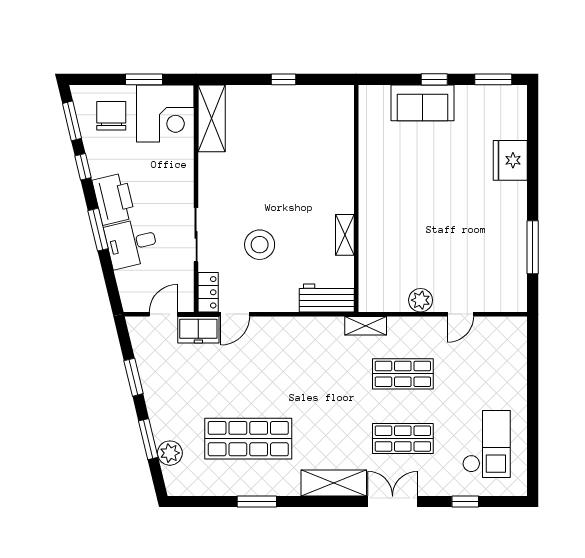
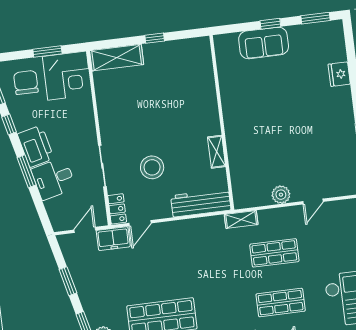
shelving: (212, 118) -> (117, 58), moved, turned 90
fridge: (510, 160) -> (339, 74), width x0.73, depth x0.75
workbench: (327, 298) -> (201, 203), width x1.38

